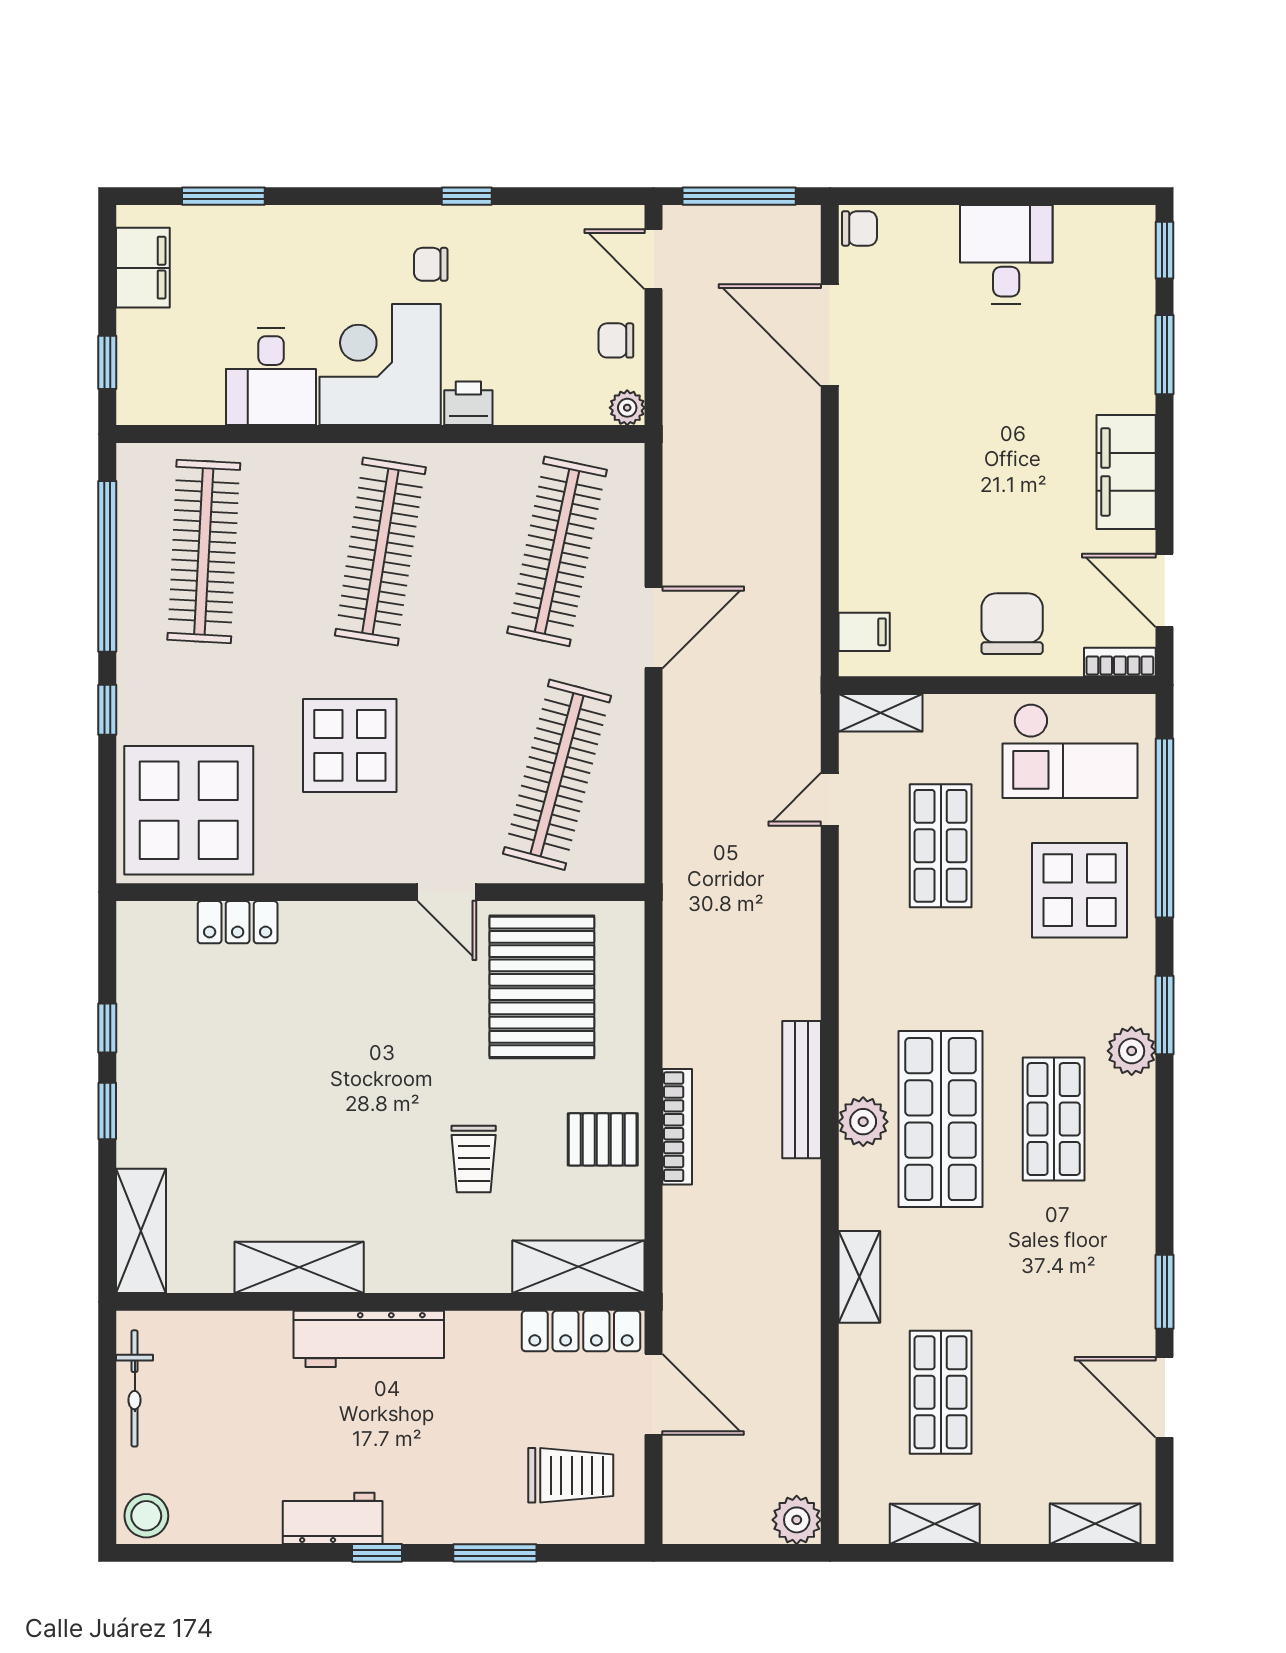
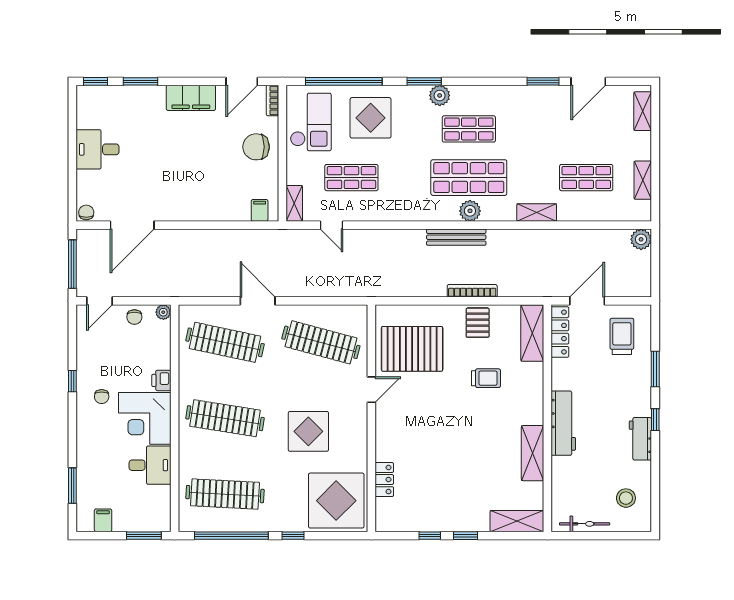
filing cabinet: (143, 268) -> (103, 520), width x0.50
window: (107, 362) -> (144, 536), width x1.50
stool: (146, 1516) -> (626, 498), moved

